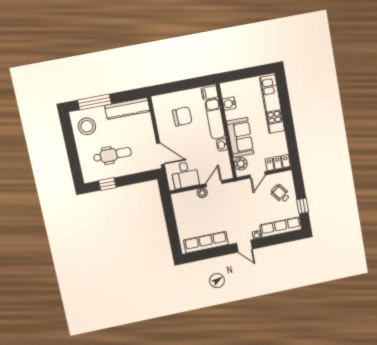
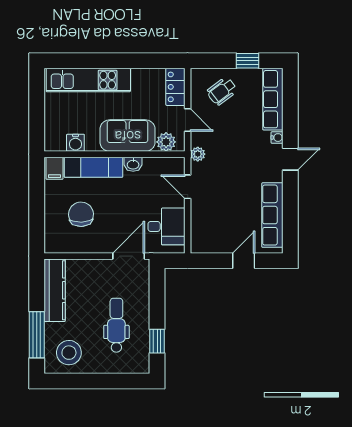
plant: (202, 193) -> (198, 154), moved
door: (172, 230) -> (244, 261), added

